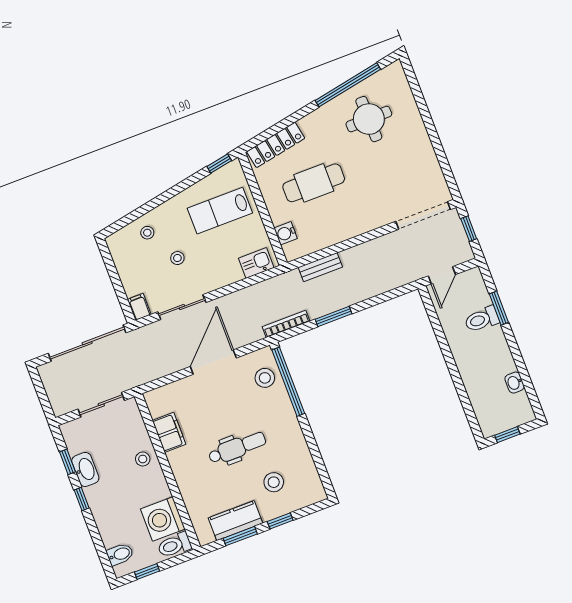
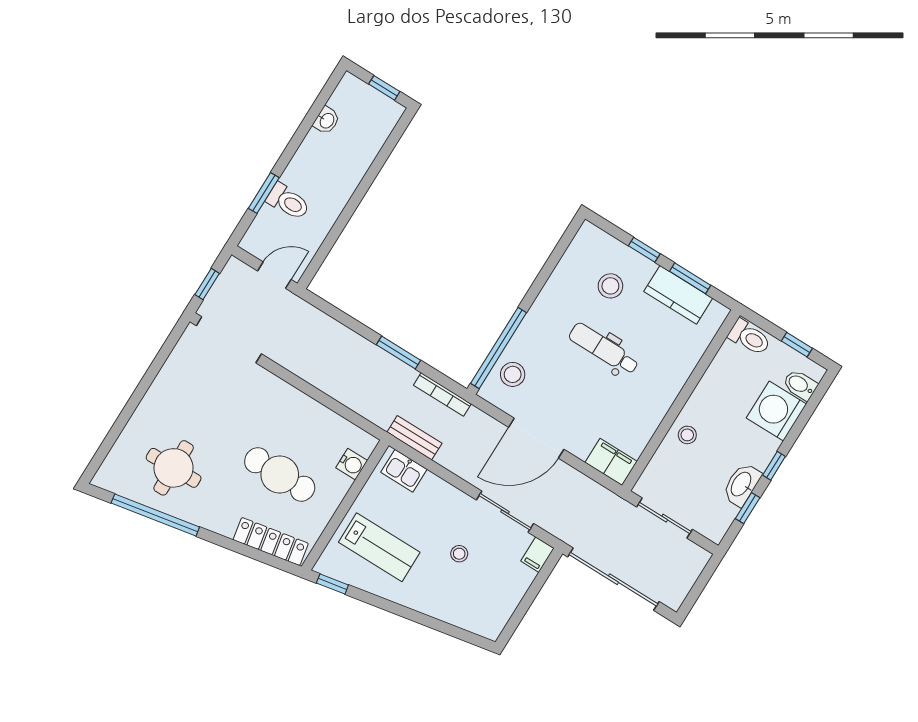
stool: (147, 233) -> (457, 603), removed
bench: (320, 267) -> (414, 438), moved
filing cabinet: (169, 432) -> (611, 462), moved, turned 90
washing machine: (163, 519) -> (776, 411), moved, turned 180

